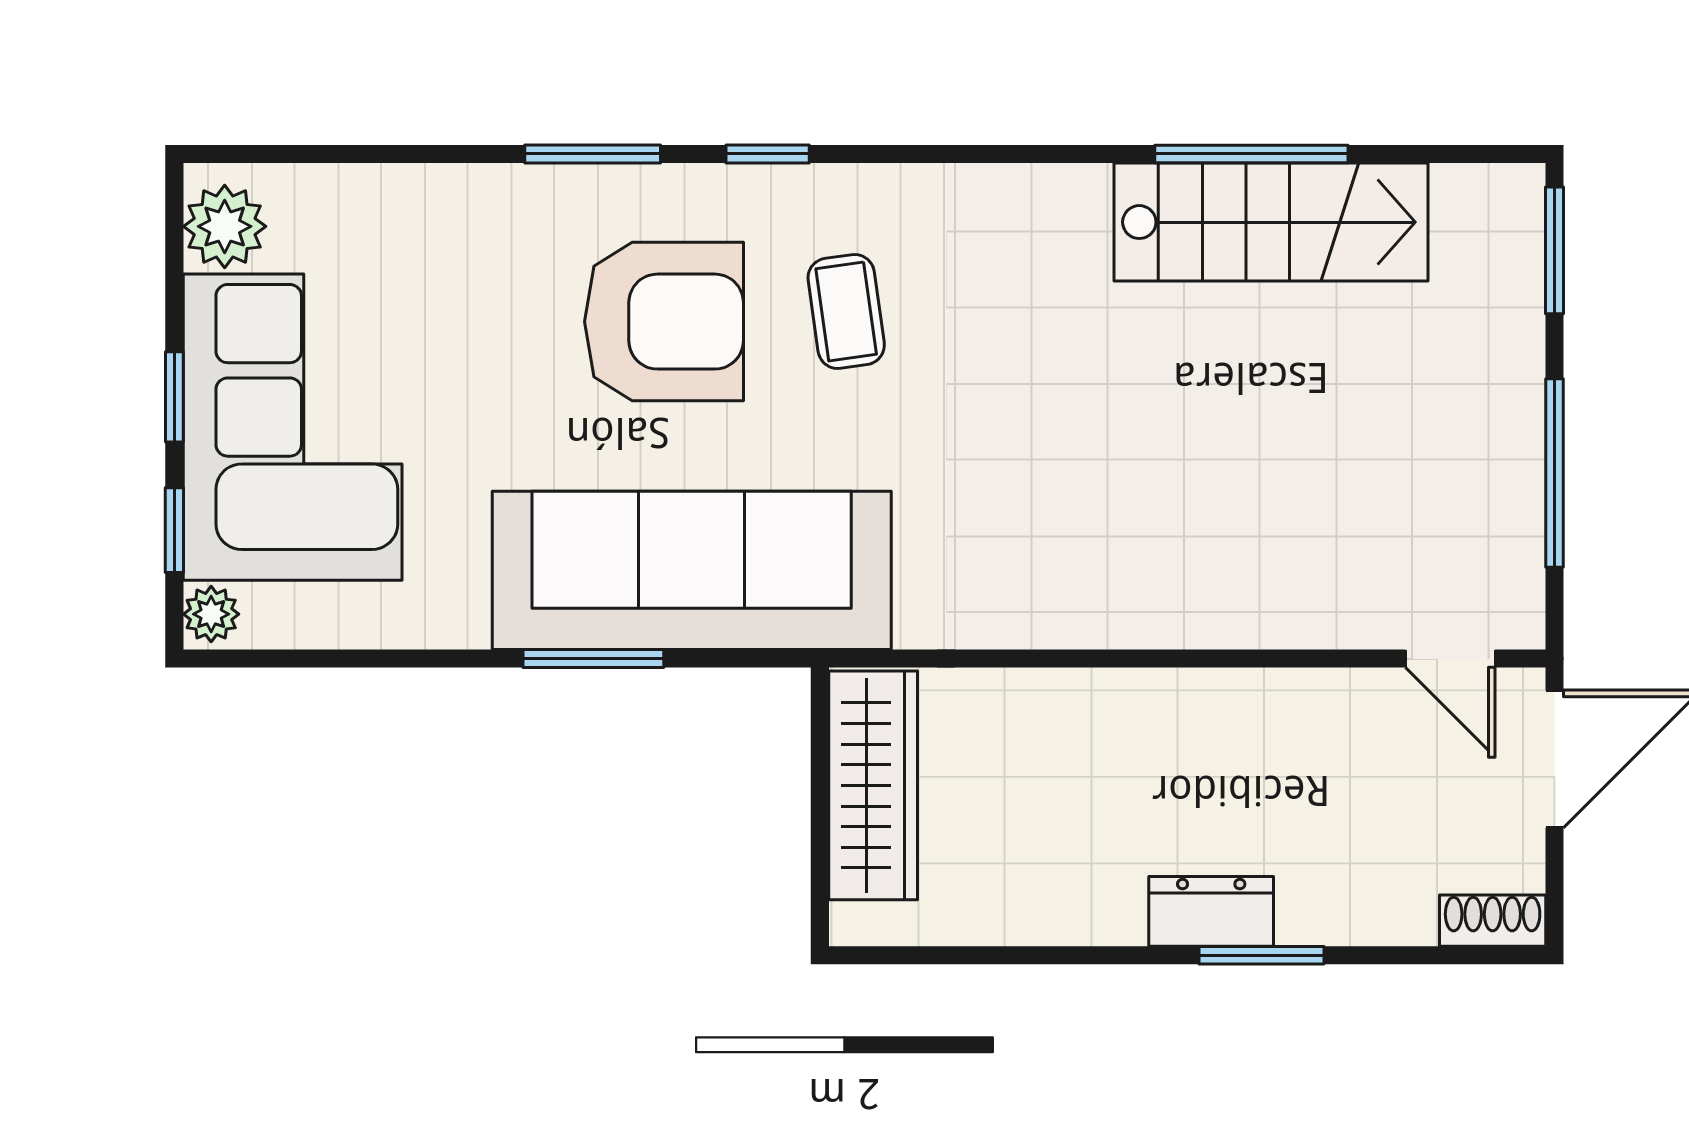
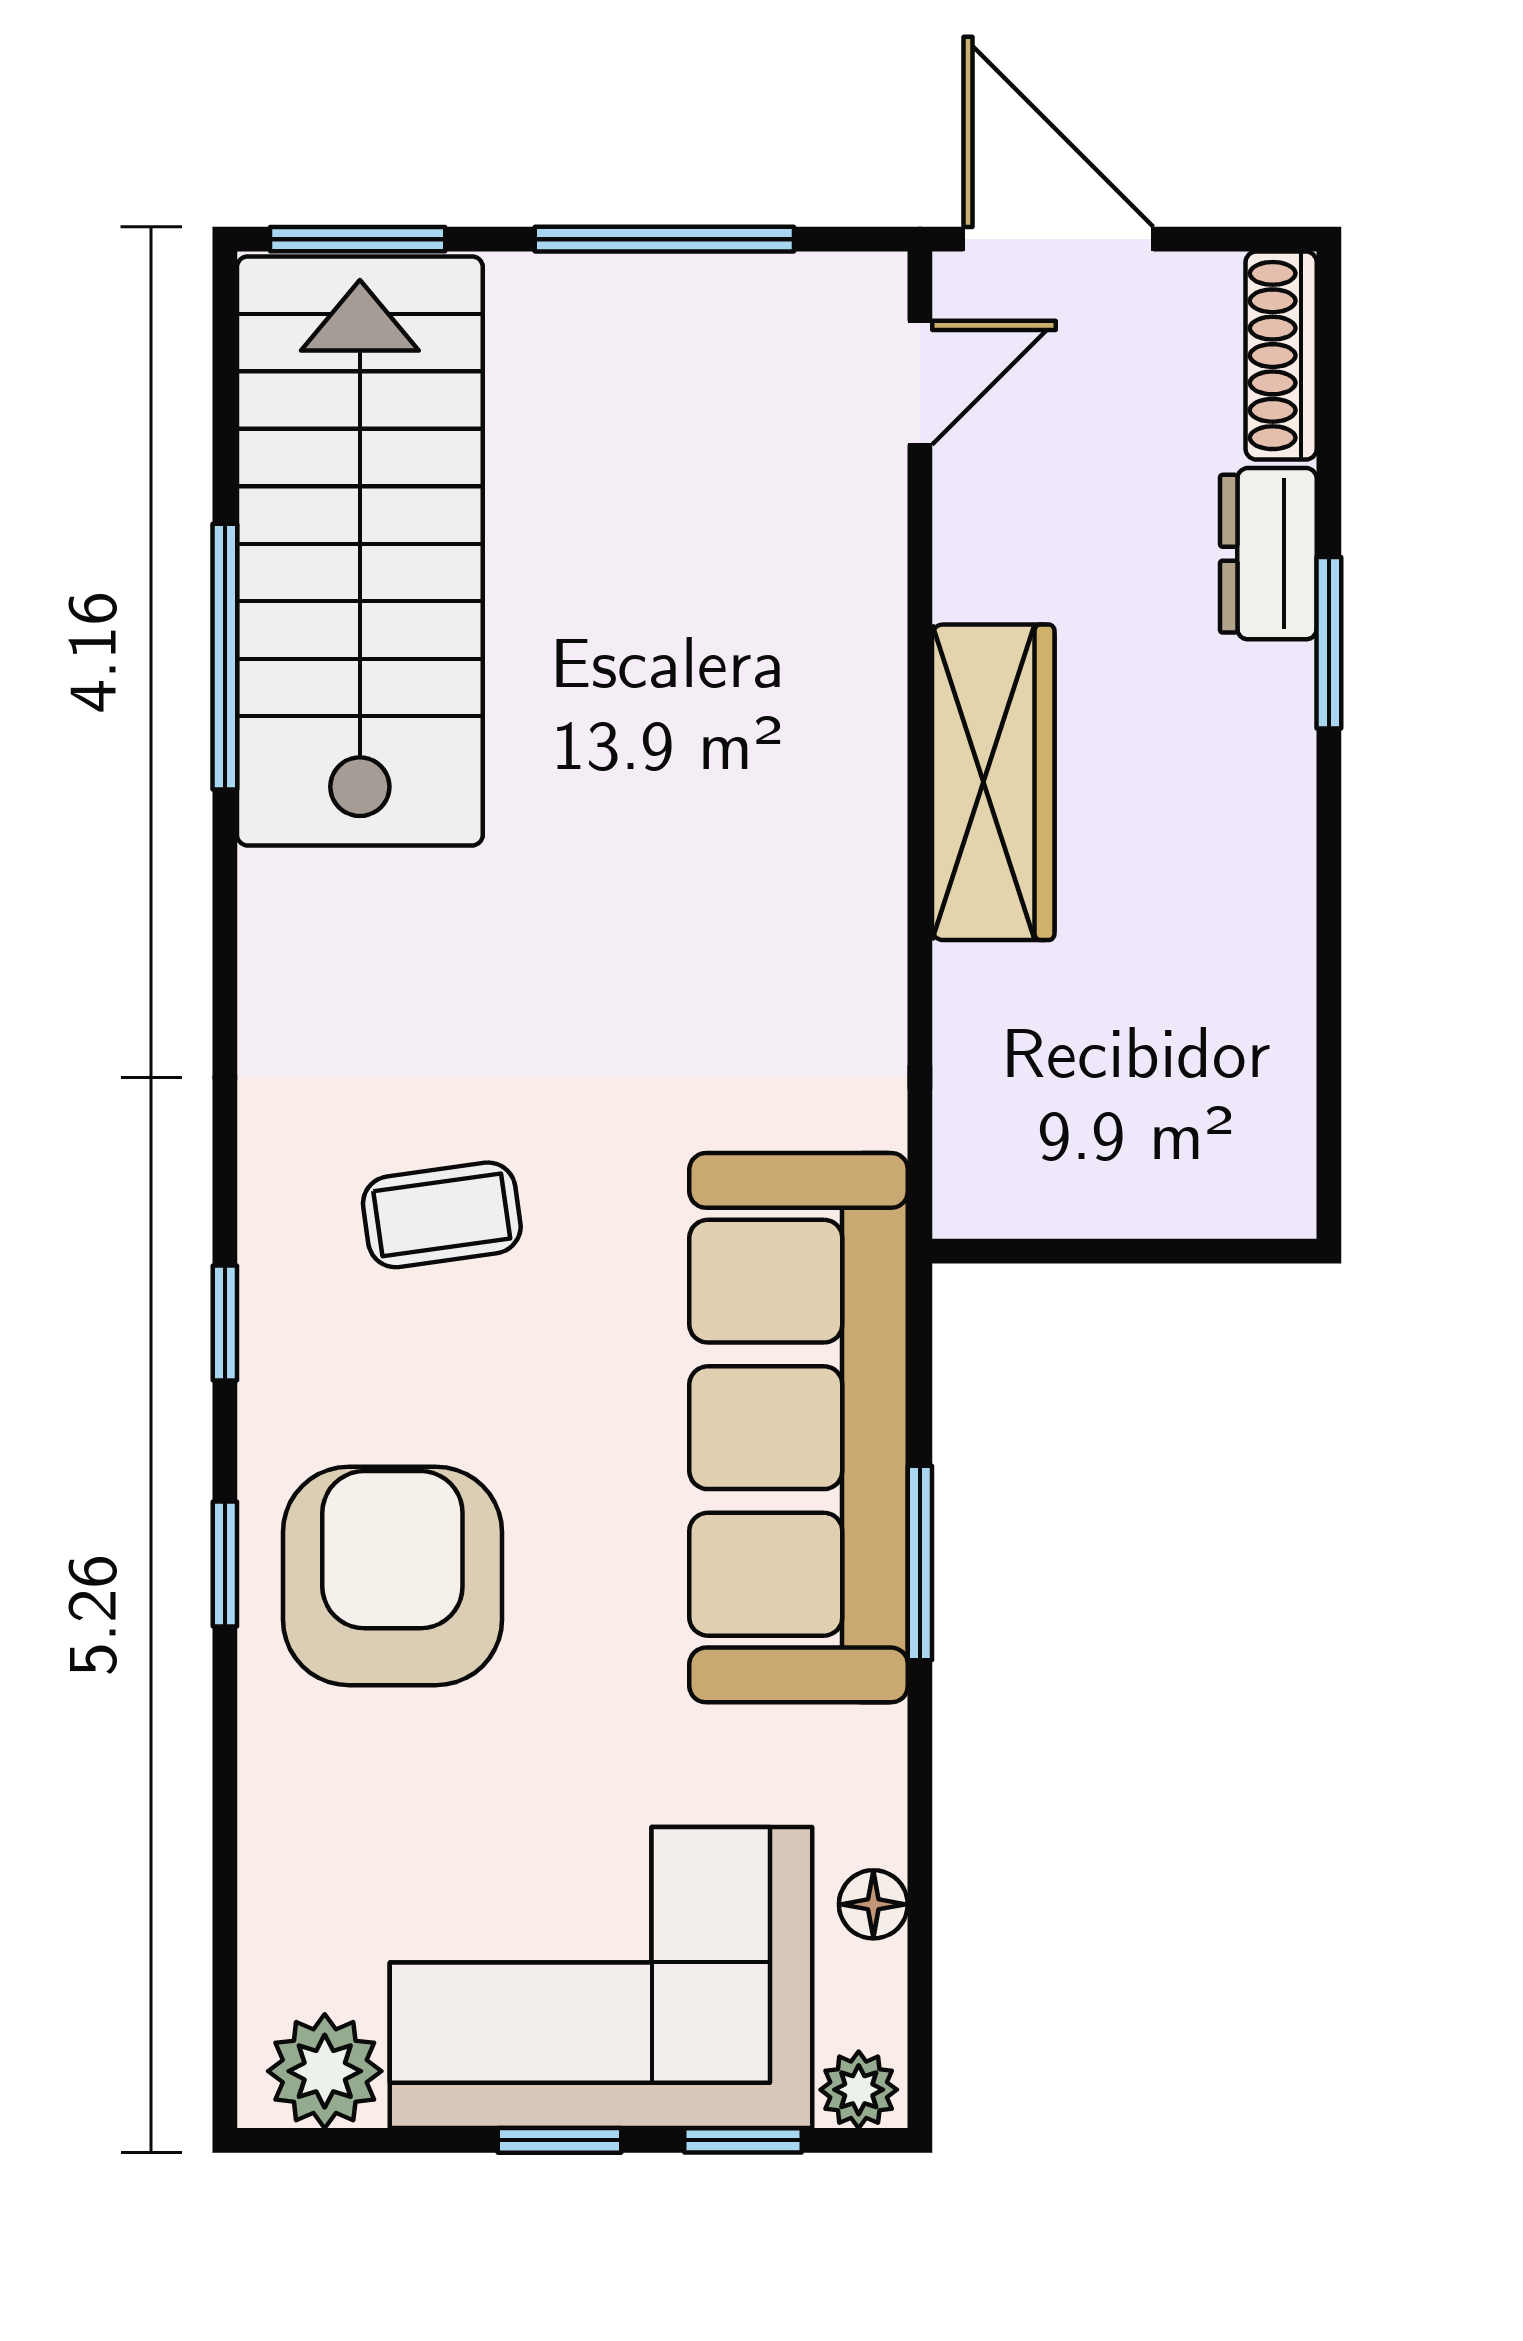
window: (593, 154) -> (225, 1564), width x0.67
stairs: (1271, 222) -> (360, 551), width x1.36, depth x1.51
armchair: (664, 322) -> (392, 1576), moved
floor lamp: (346, 625) -> (873, 1904), added
wardrobe: (873, 785) -> (993, 782), moved, turned 90
dresser: (1211, 911) -> (1268, 554), moved
shoe rack: (1493, 921) -> (1281, 356), width x1.43

